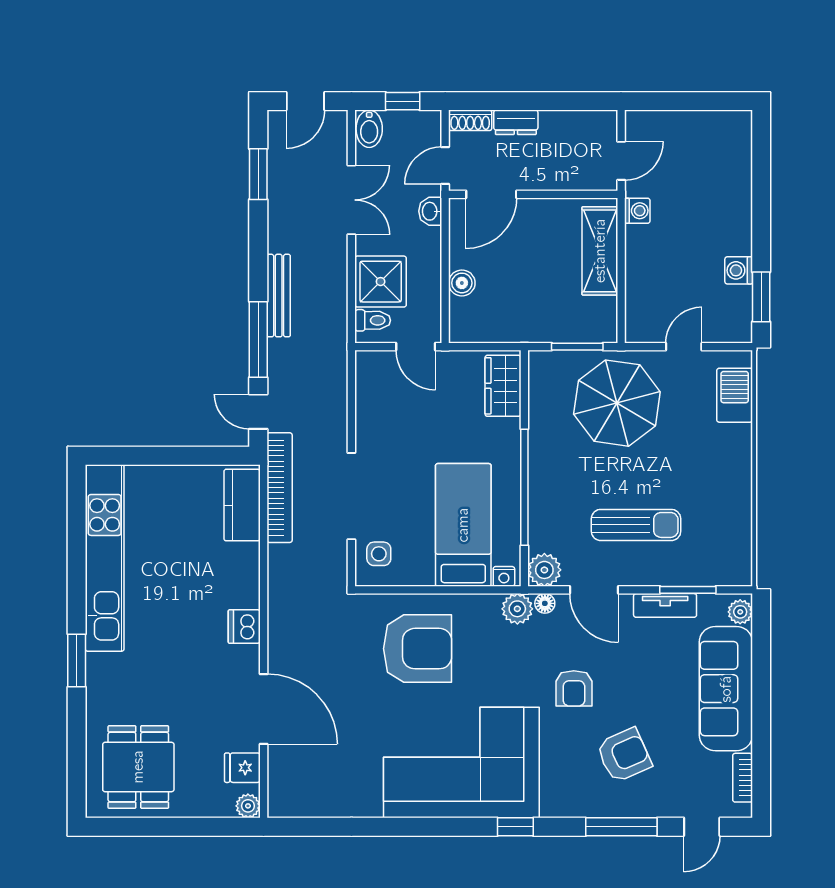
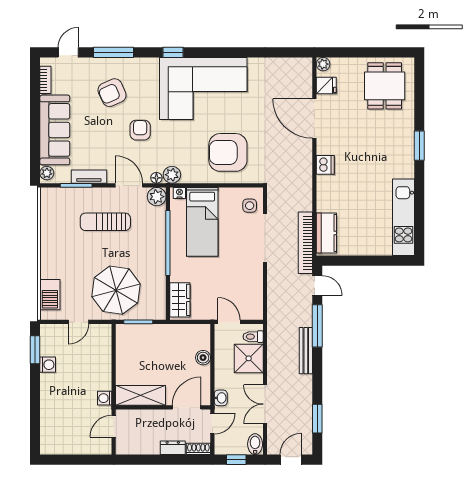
shelving: (600, 251) -> (141, 395), moved, turned 90
kitchen unit: (105, 558) -> (403, 217), width x0.73

